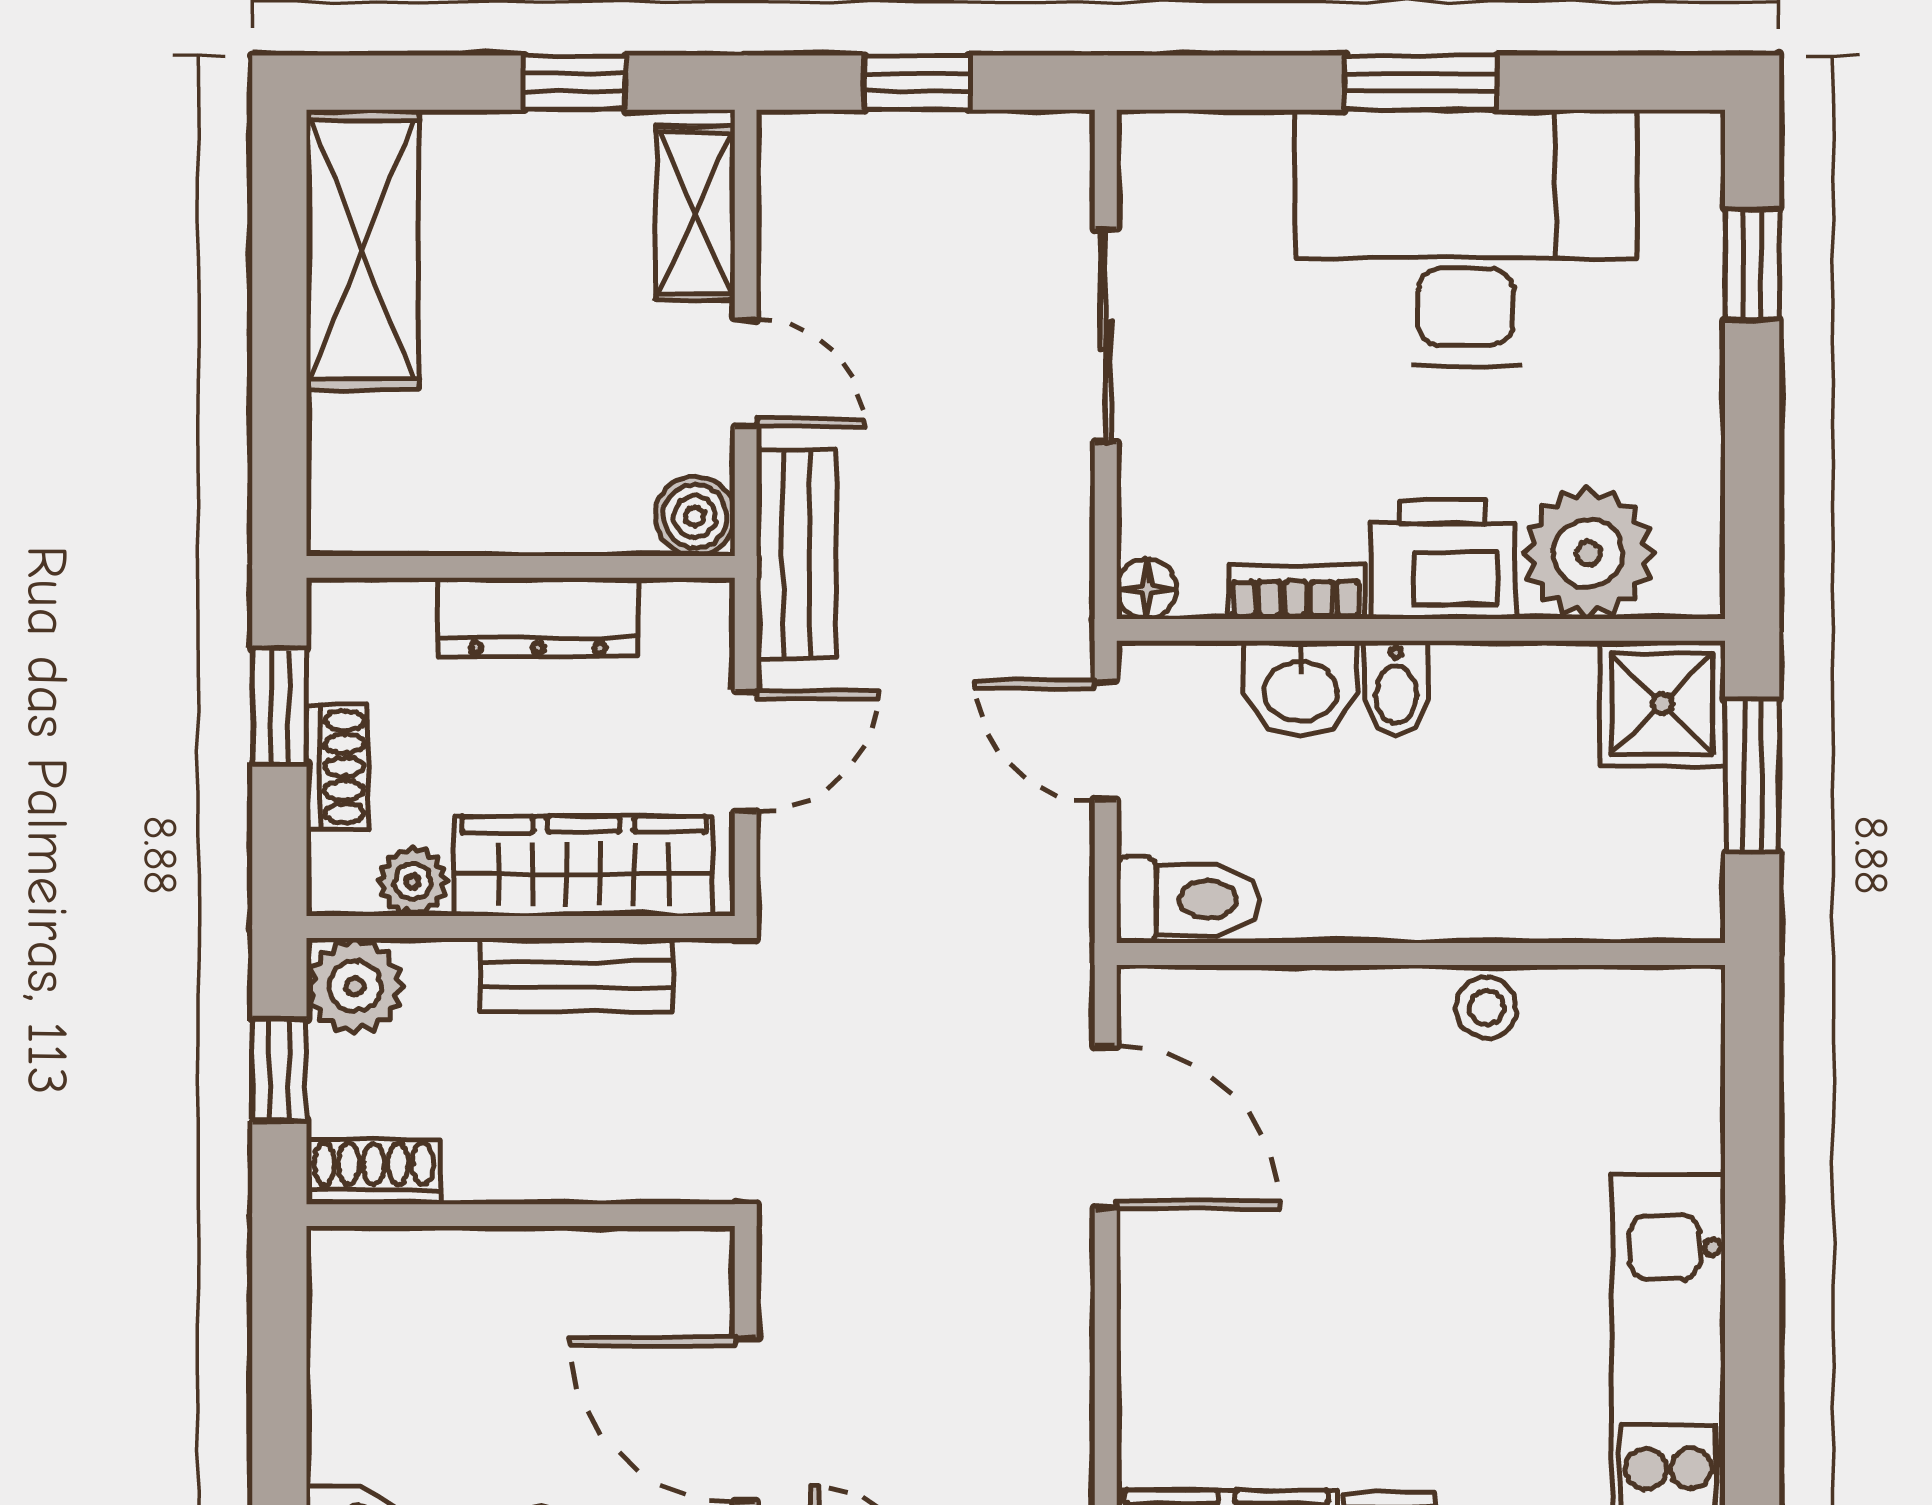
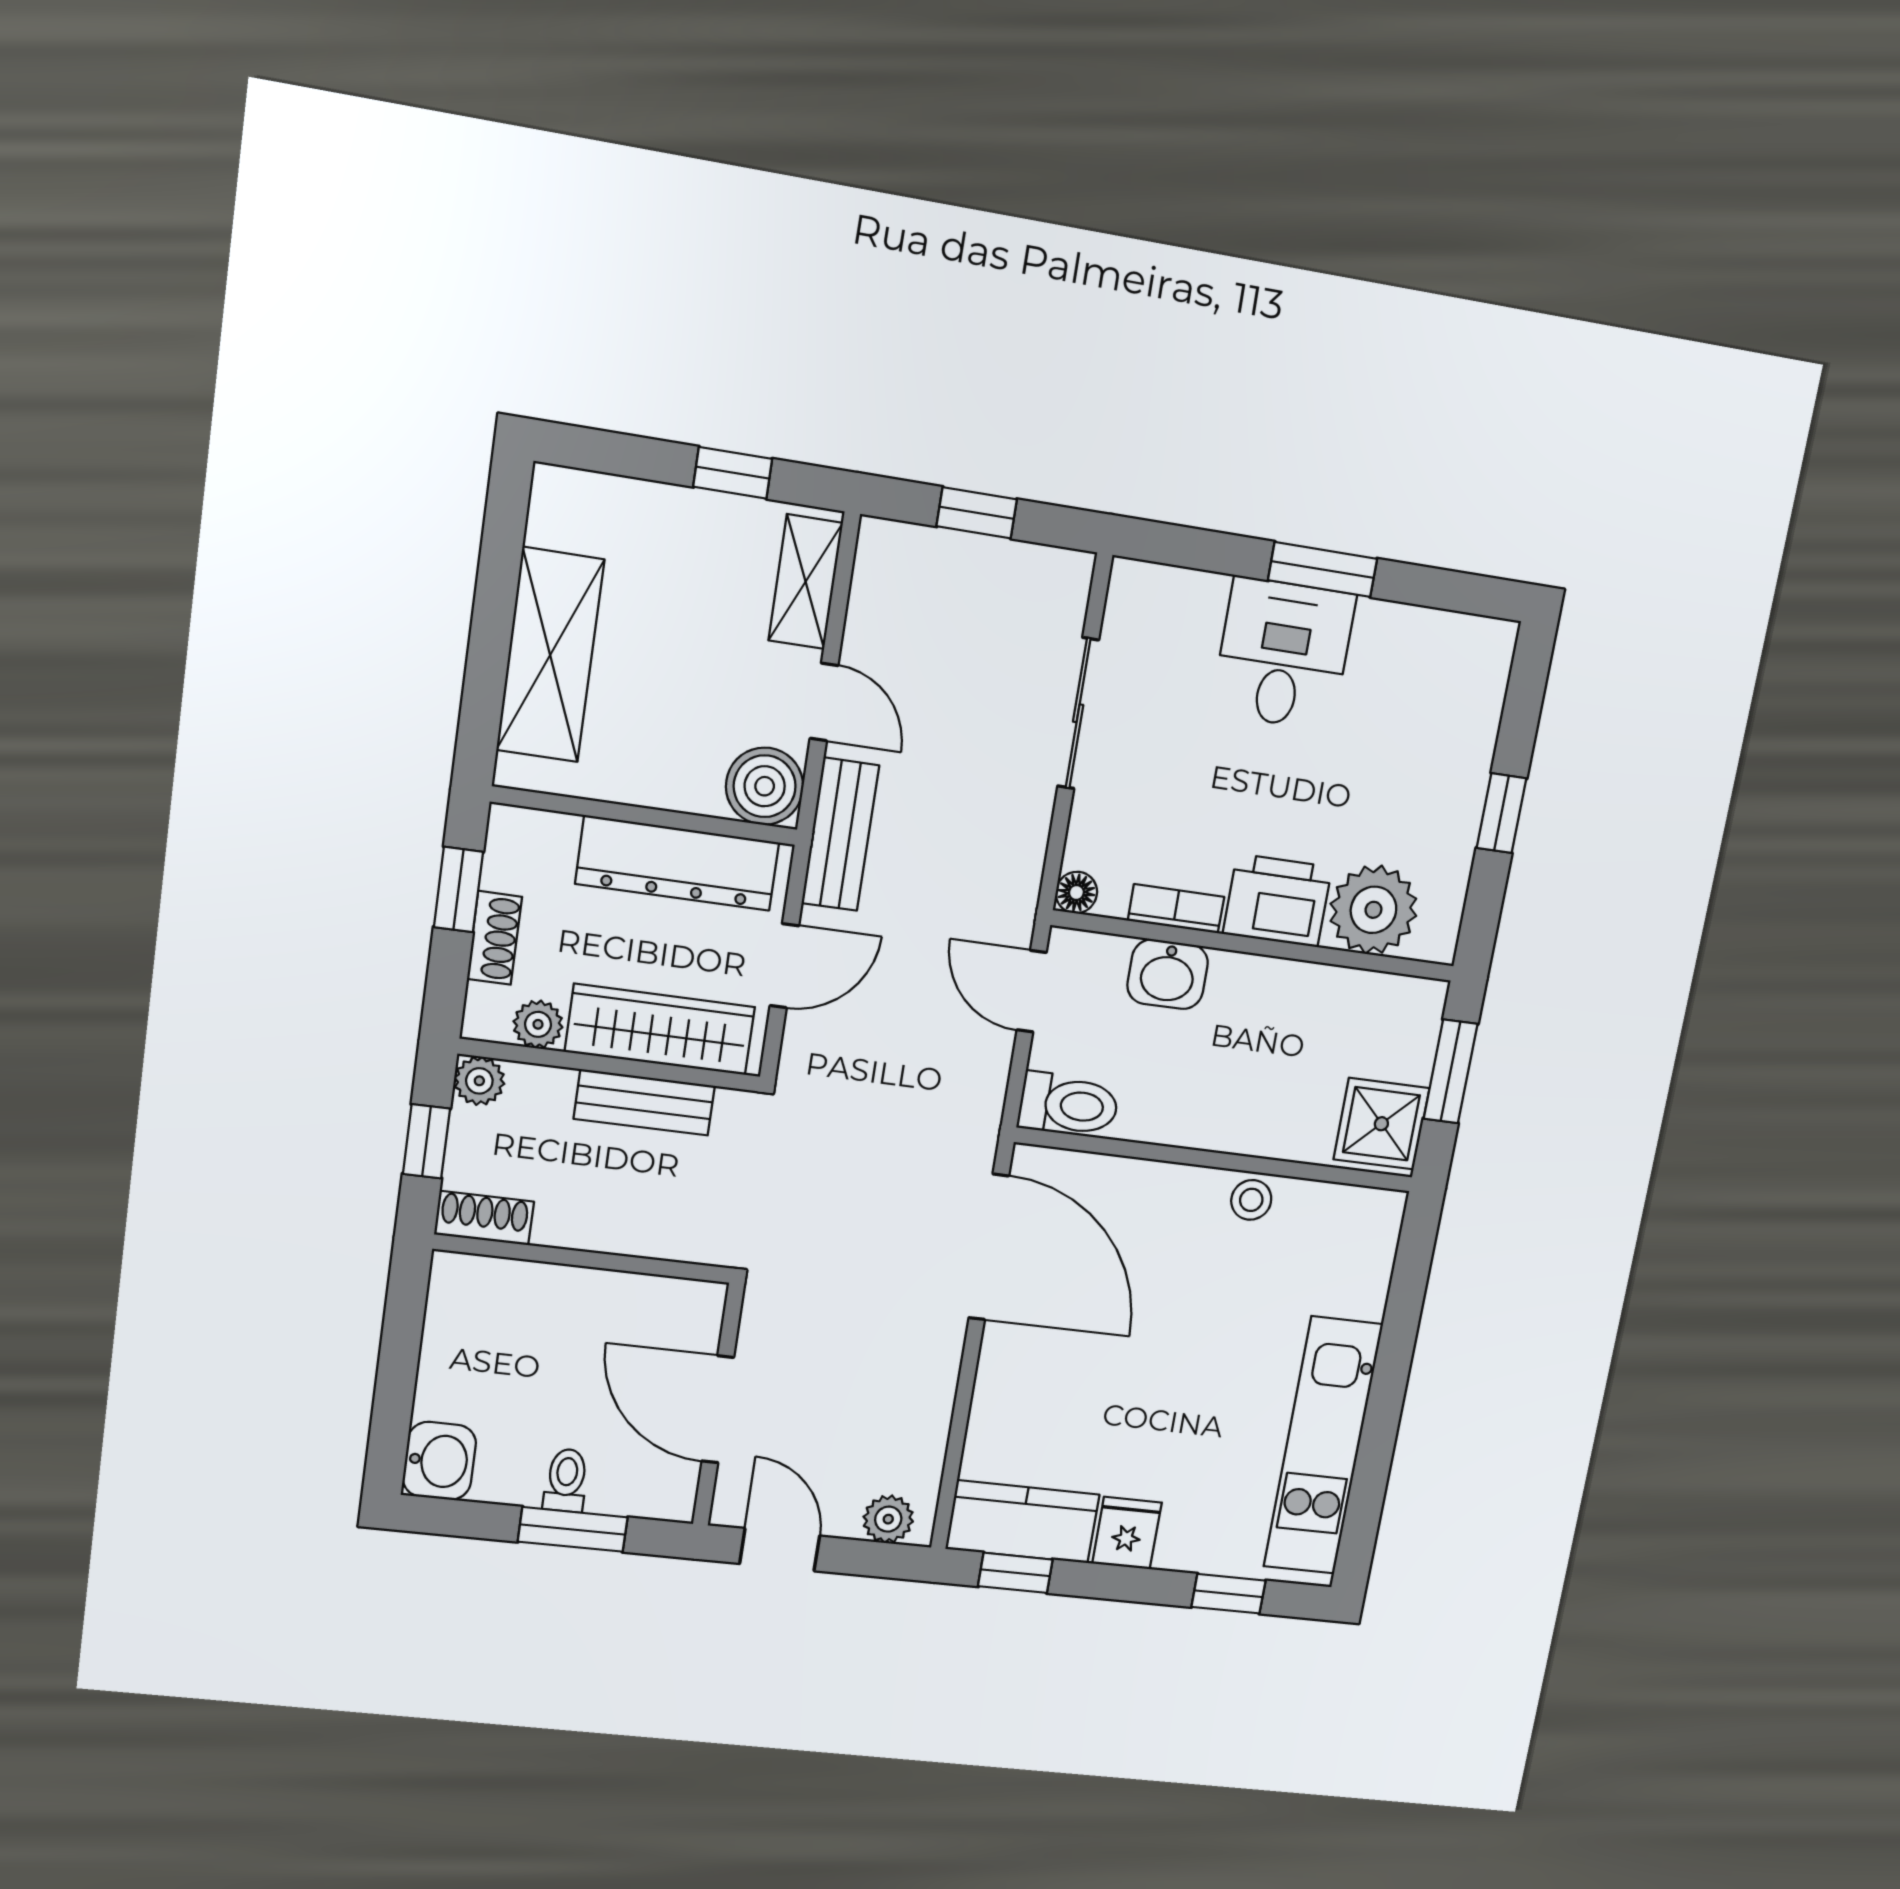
desk: (1466, 238) -> (1283, 654), width x0.53, depth x0.77
shelving: (362, 250) -> (550, 655), moved
window: (1752, 264) -> (1502, 813), moved
boiler: (695, 516) -> (765, 786), width x1.36, depth x1.36
dresser: (538, 617) -> (677, 863), width x1.37, depth x1.24
bidet: (1396, 688) -> (1231, 982), removed
shower: (1662, 704) -> (1381, 1124), moved
plant: (355, 986) -> (479, 1081), width x0.73, depth x0.73
door: (1106, 1127) -> (989, 1247), width x1.36

